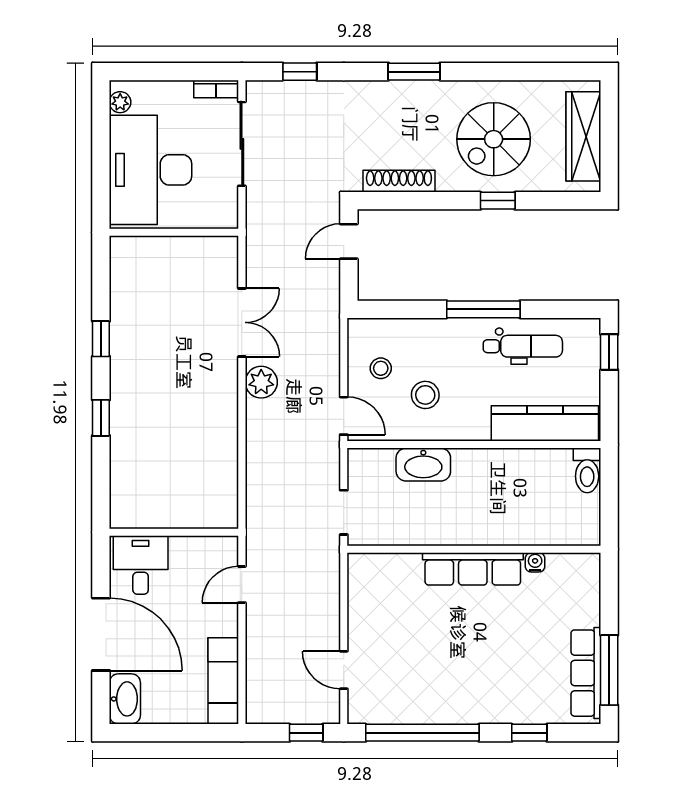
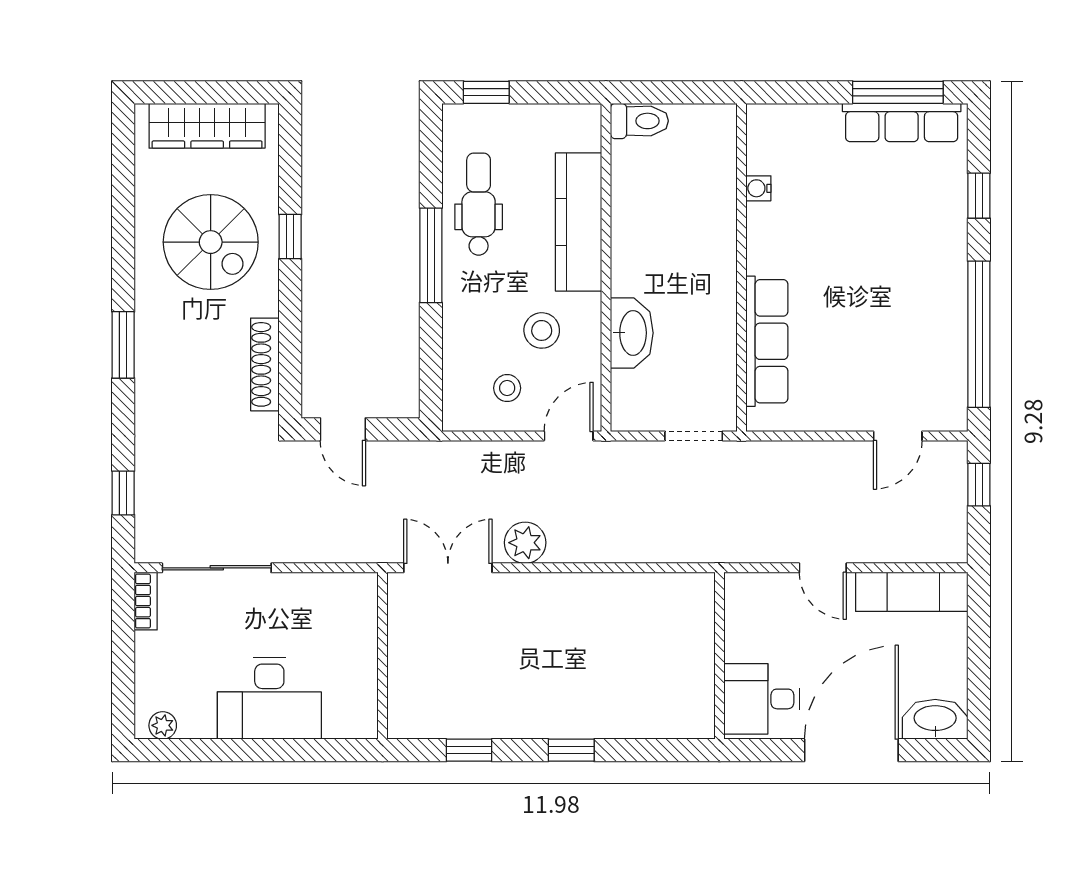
desk: (150, 170) -> (269, 698), width x0.73, depth x0.77
wall: (174, 232) -> (382, 656), moved
kitchen counter: (545, 423) -> (578, 222), moved
row of seats: (473, 569) -> (767, 341), moved
door: (242, 585) -> (823, 568), moved

